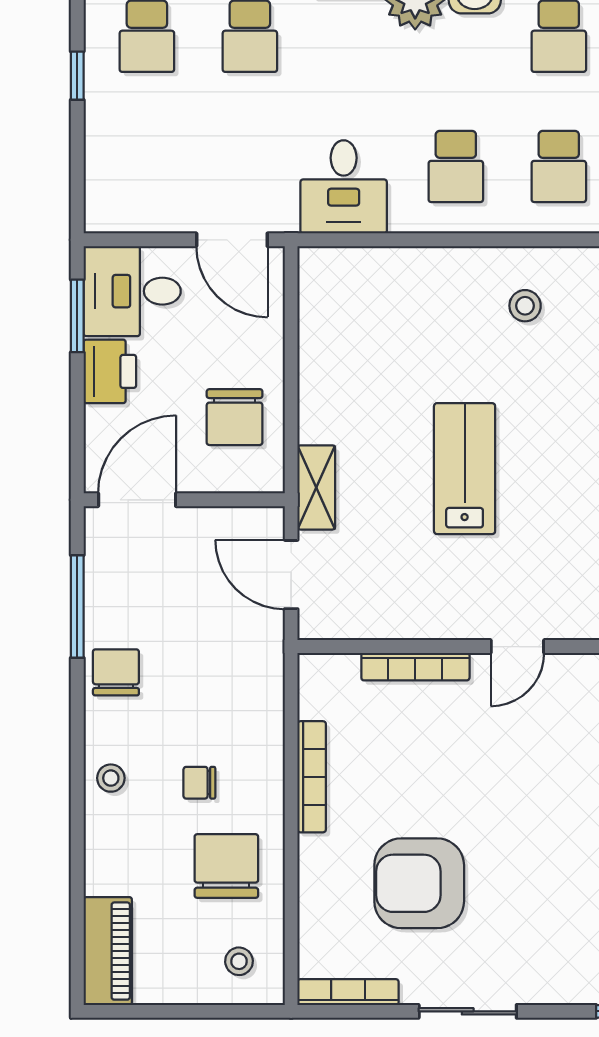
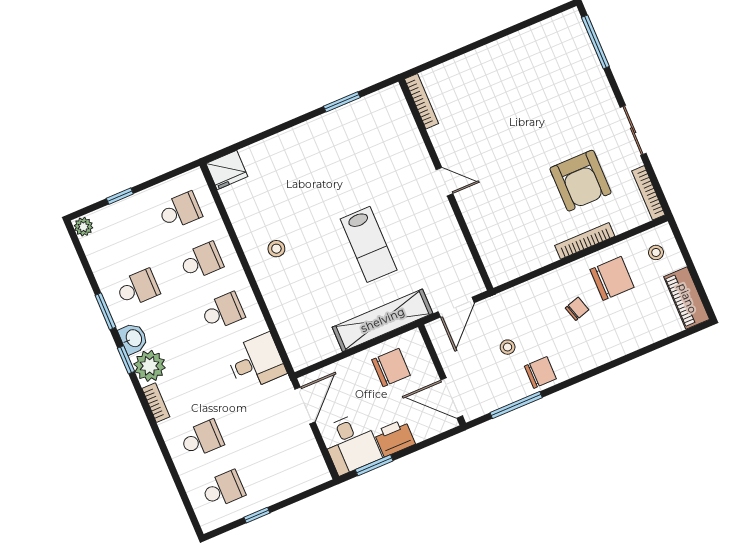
lab bench: (465, 469) -> (369, 244), turned -90
shelving: (316, 487) -> (383, 320), width x2.20, depth x1.33
bookcase: (415, 667) -> (475, 227), removed
chair: (116, 672) -> (540, 372), turned 180
bookcase: (312, 777) -> (585, 241), moved
stool: (111, 778) -> (508, 347), moved
chair: (199, 783) -> (577, 309), turned -107
chair: (226, 866) -> (612, 278), turned 180
piano: (108, 951) -> (687, 298), moved, turned -90

